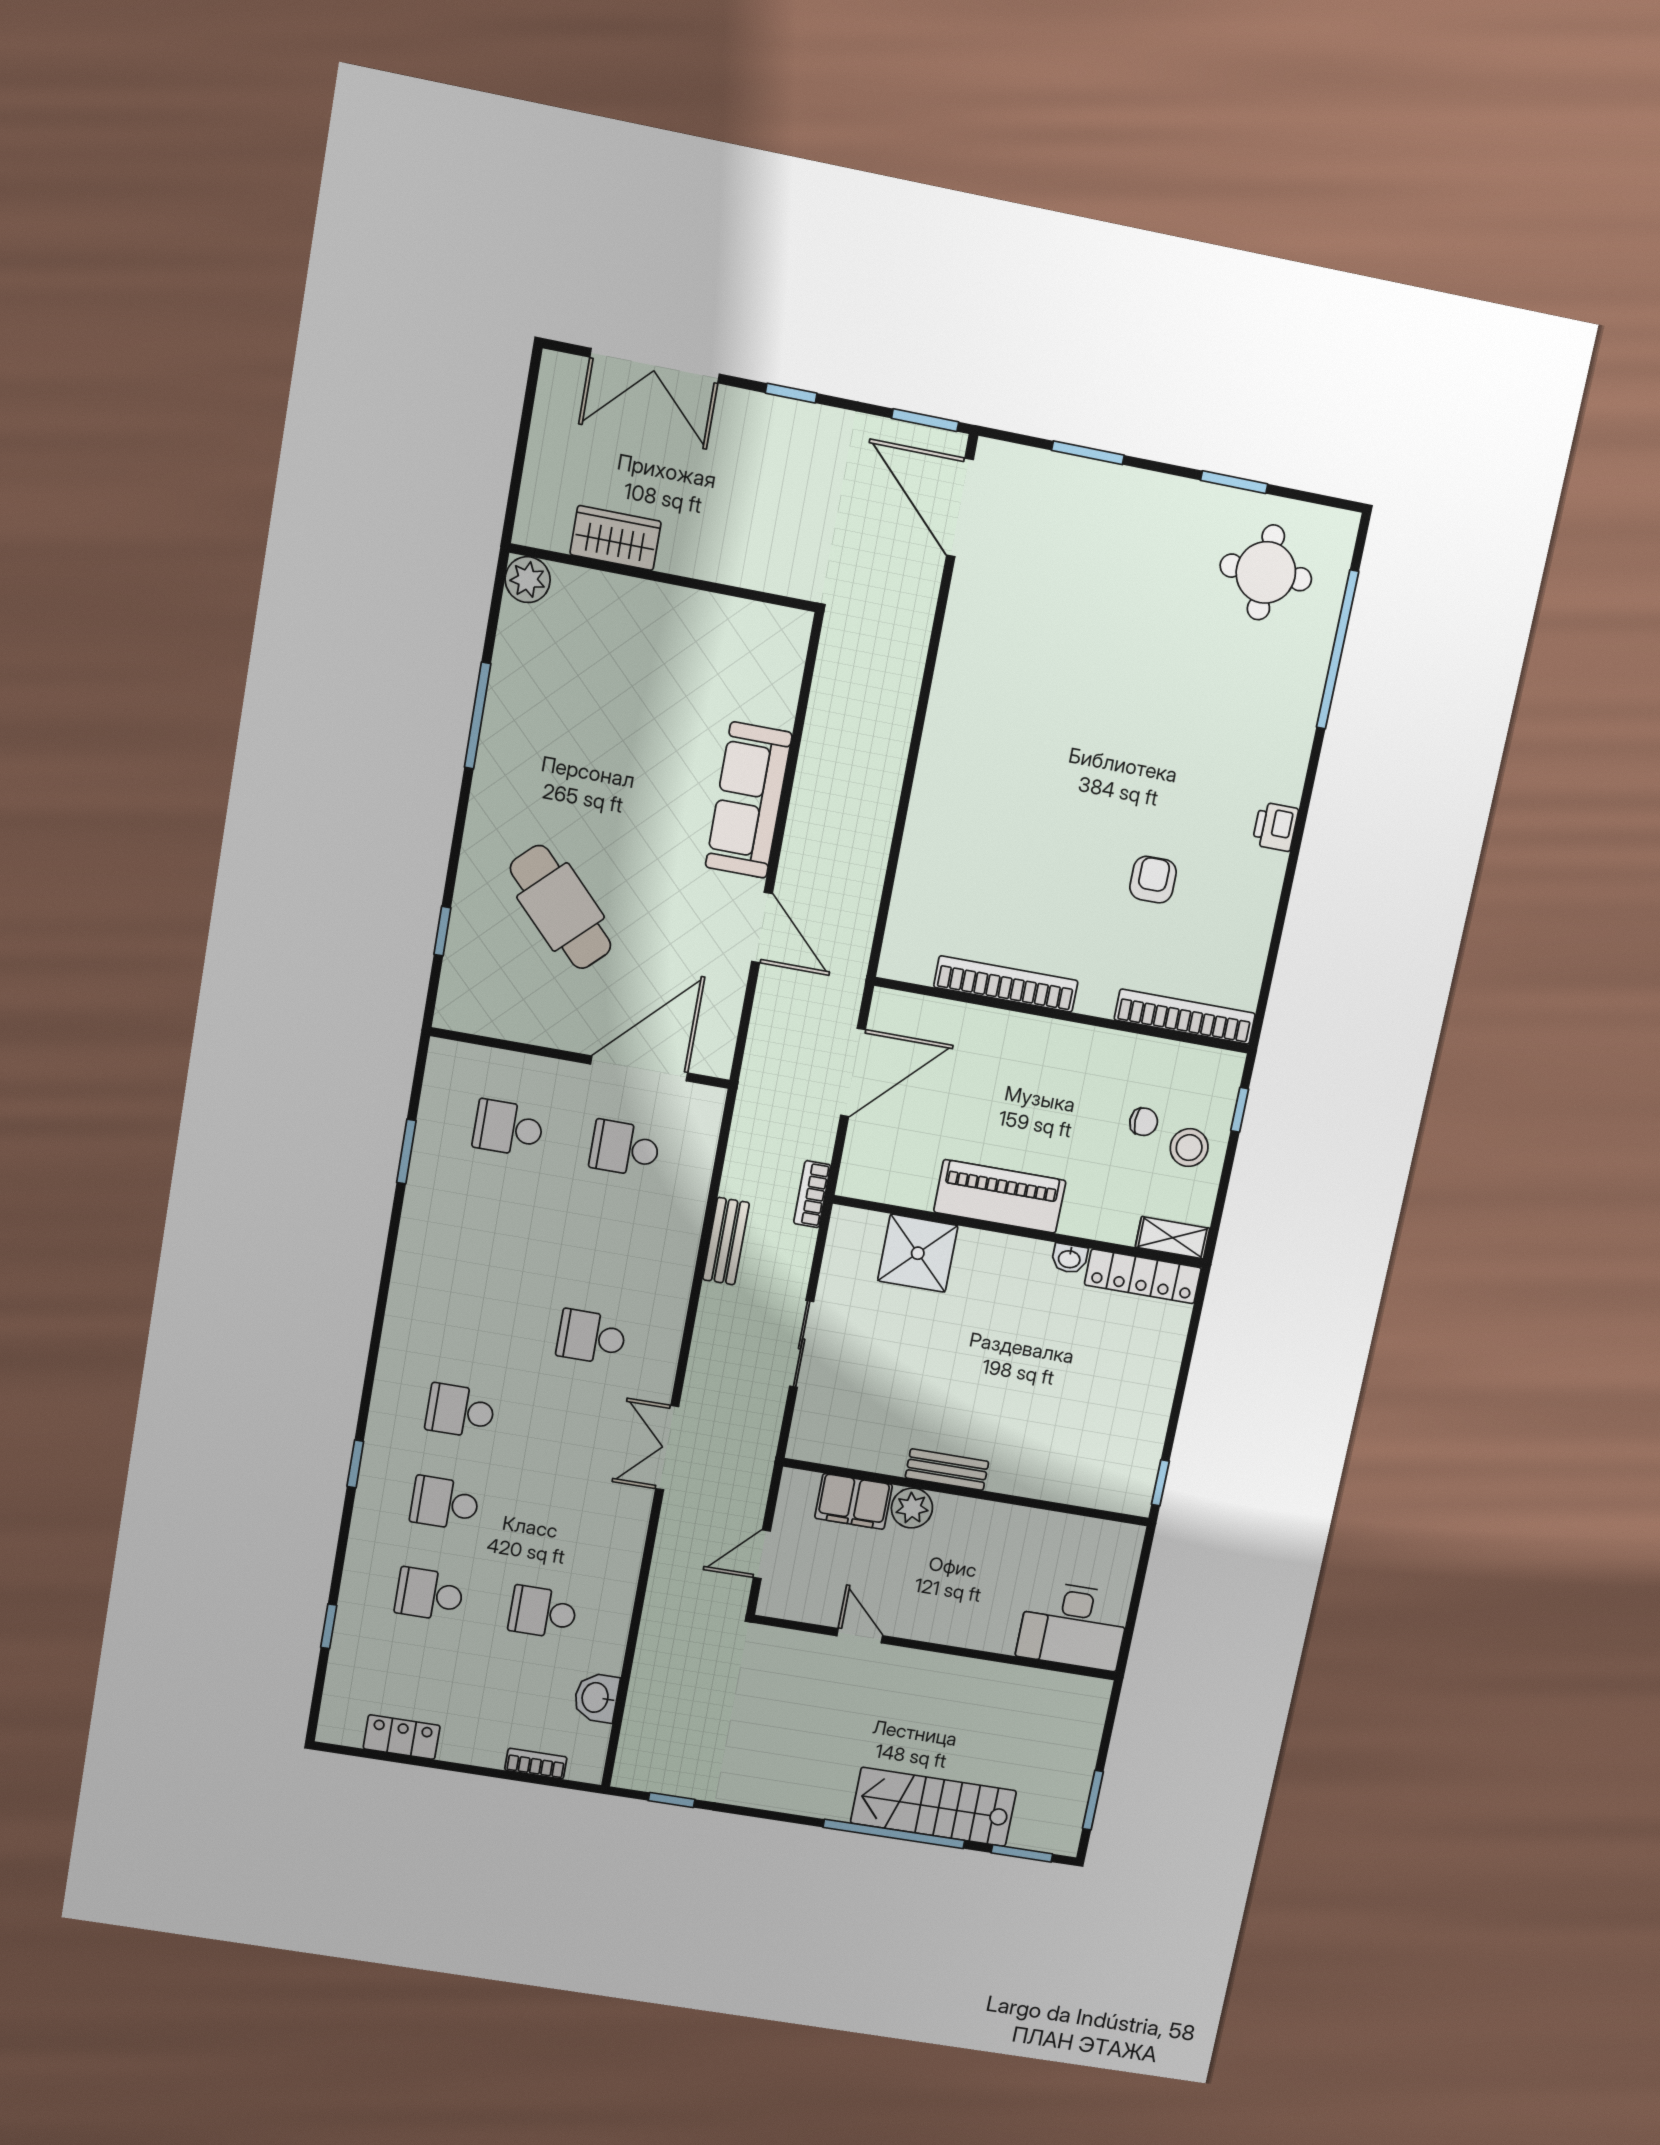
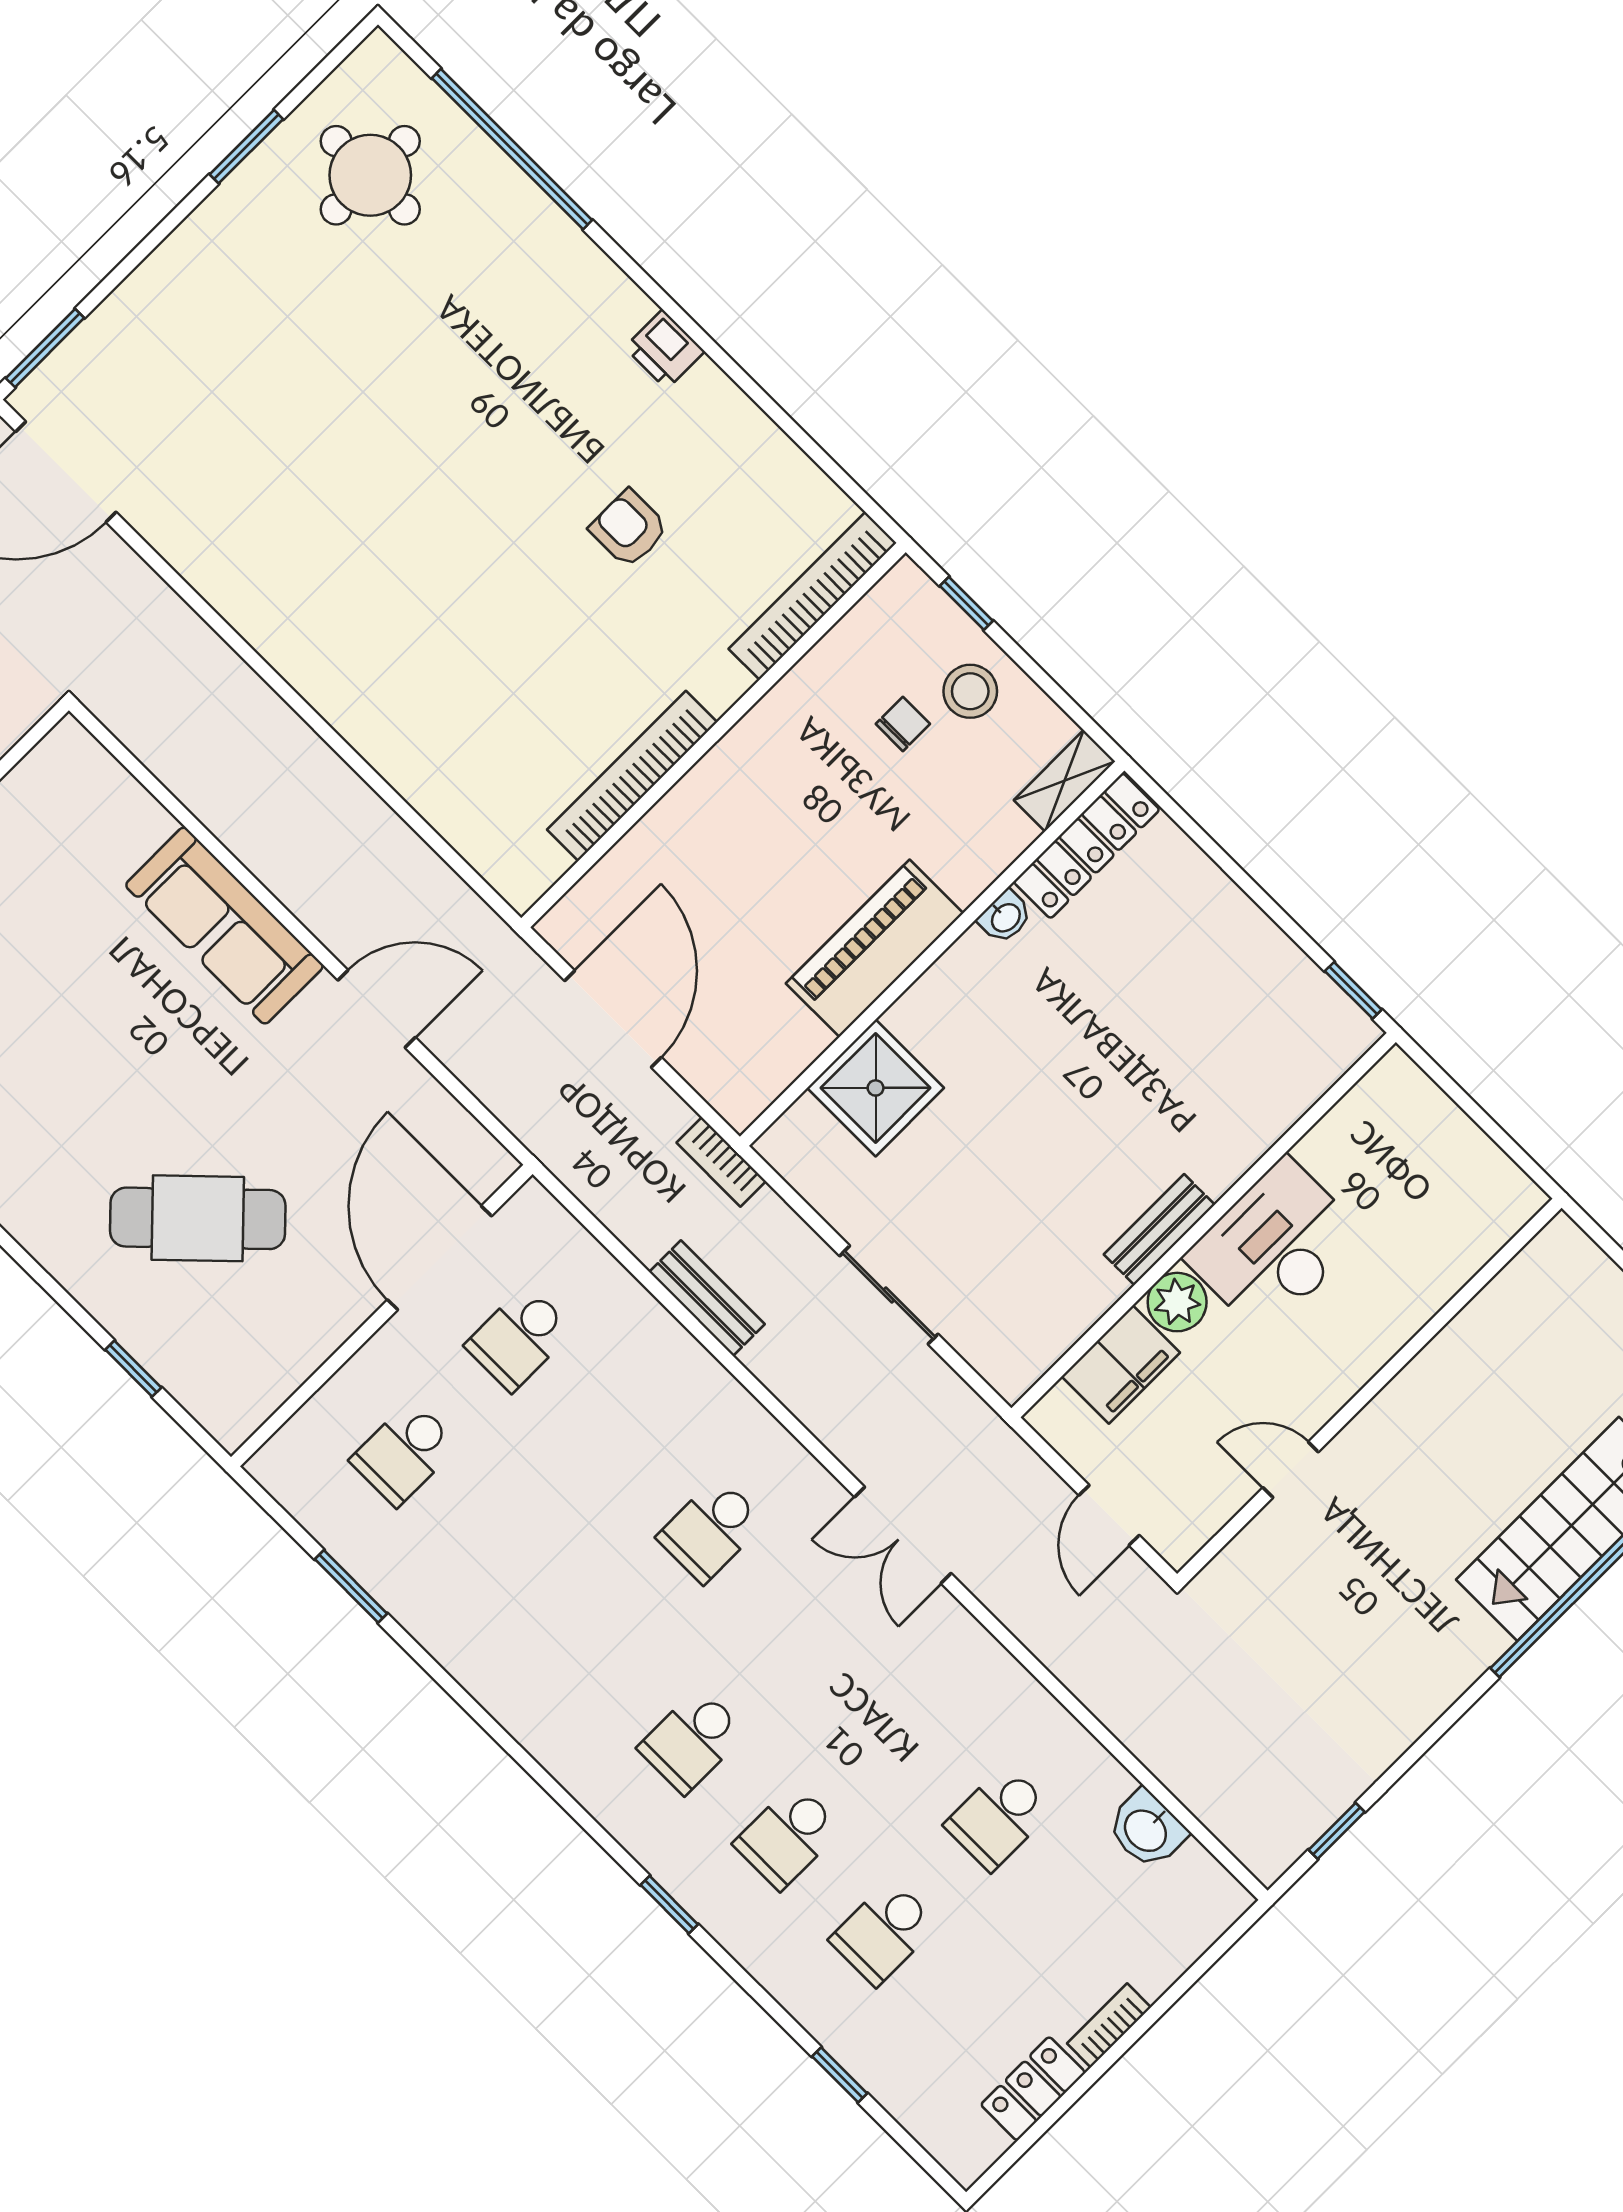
window: (1088, 453) -> (45, 348), moved
desk: (1073, 1626) -> (1275, 1246), moved, turned 180
bookcase: (536, 1764) -> (1109, 2025), moved

